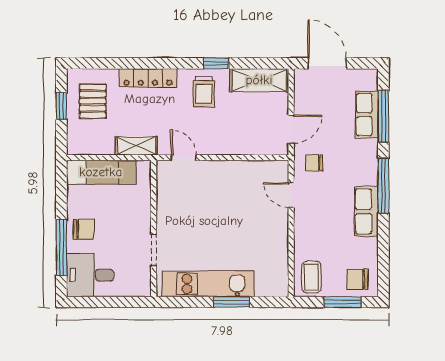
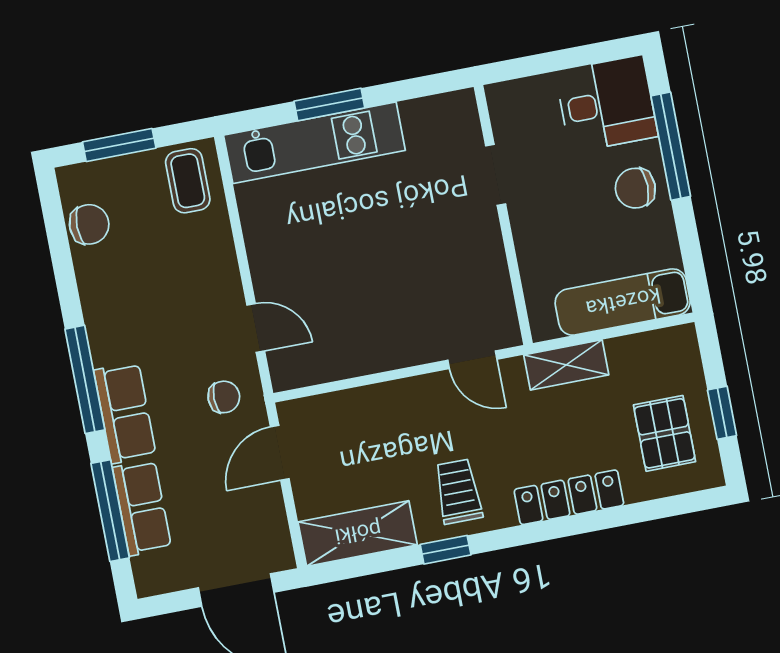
row of seats: (366, 211) -> (125, 413), moved
chair: (358, 279) -> (89, 224), moved
kitchen unit: (208, 284) -> (314, 143), moved

